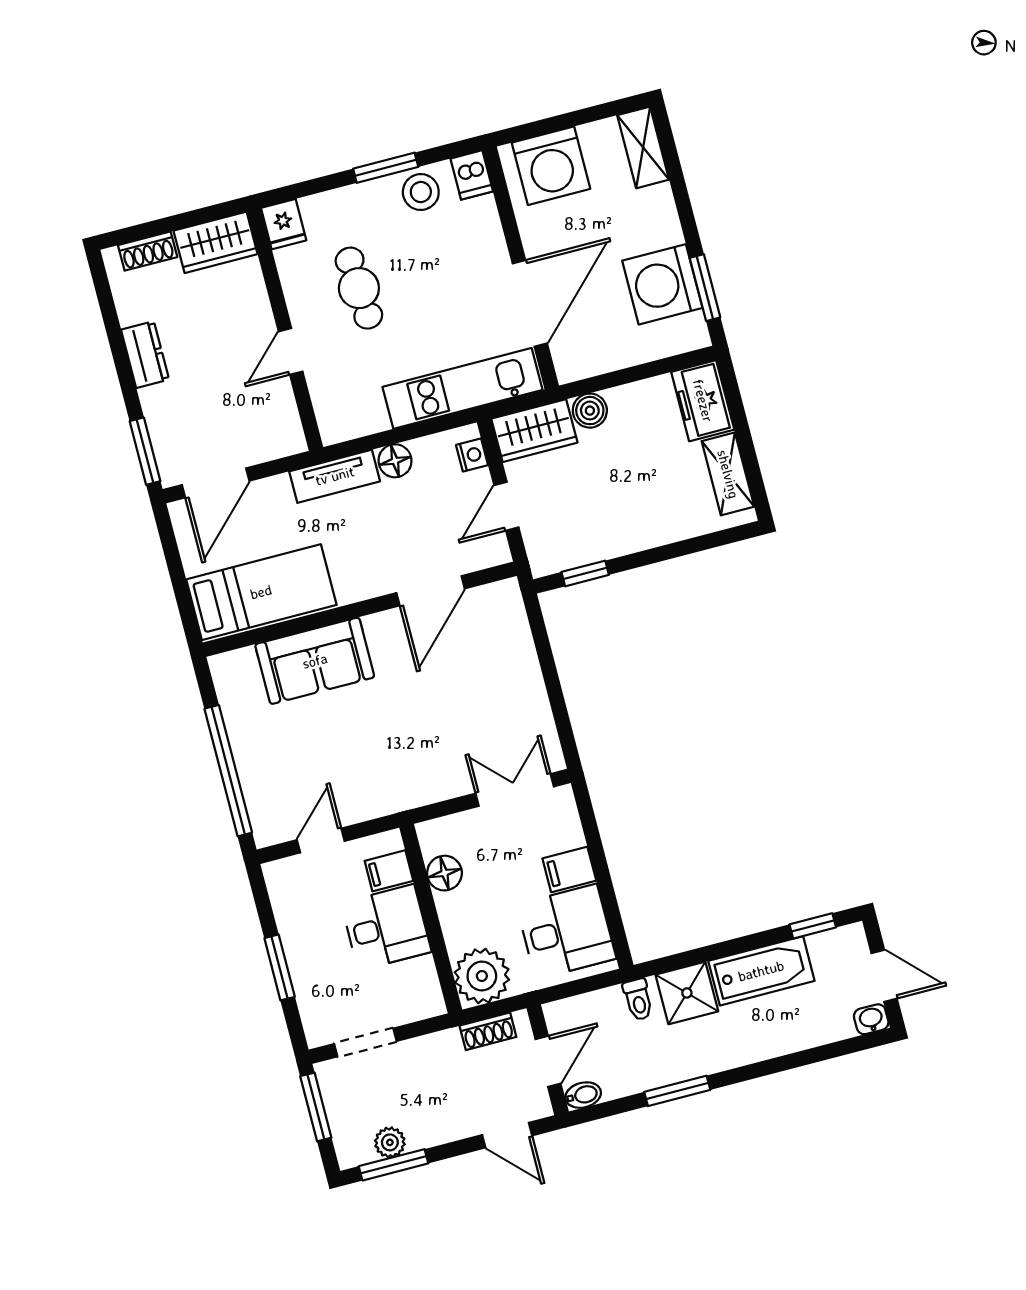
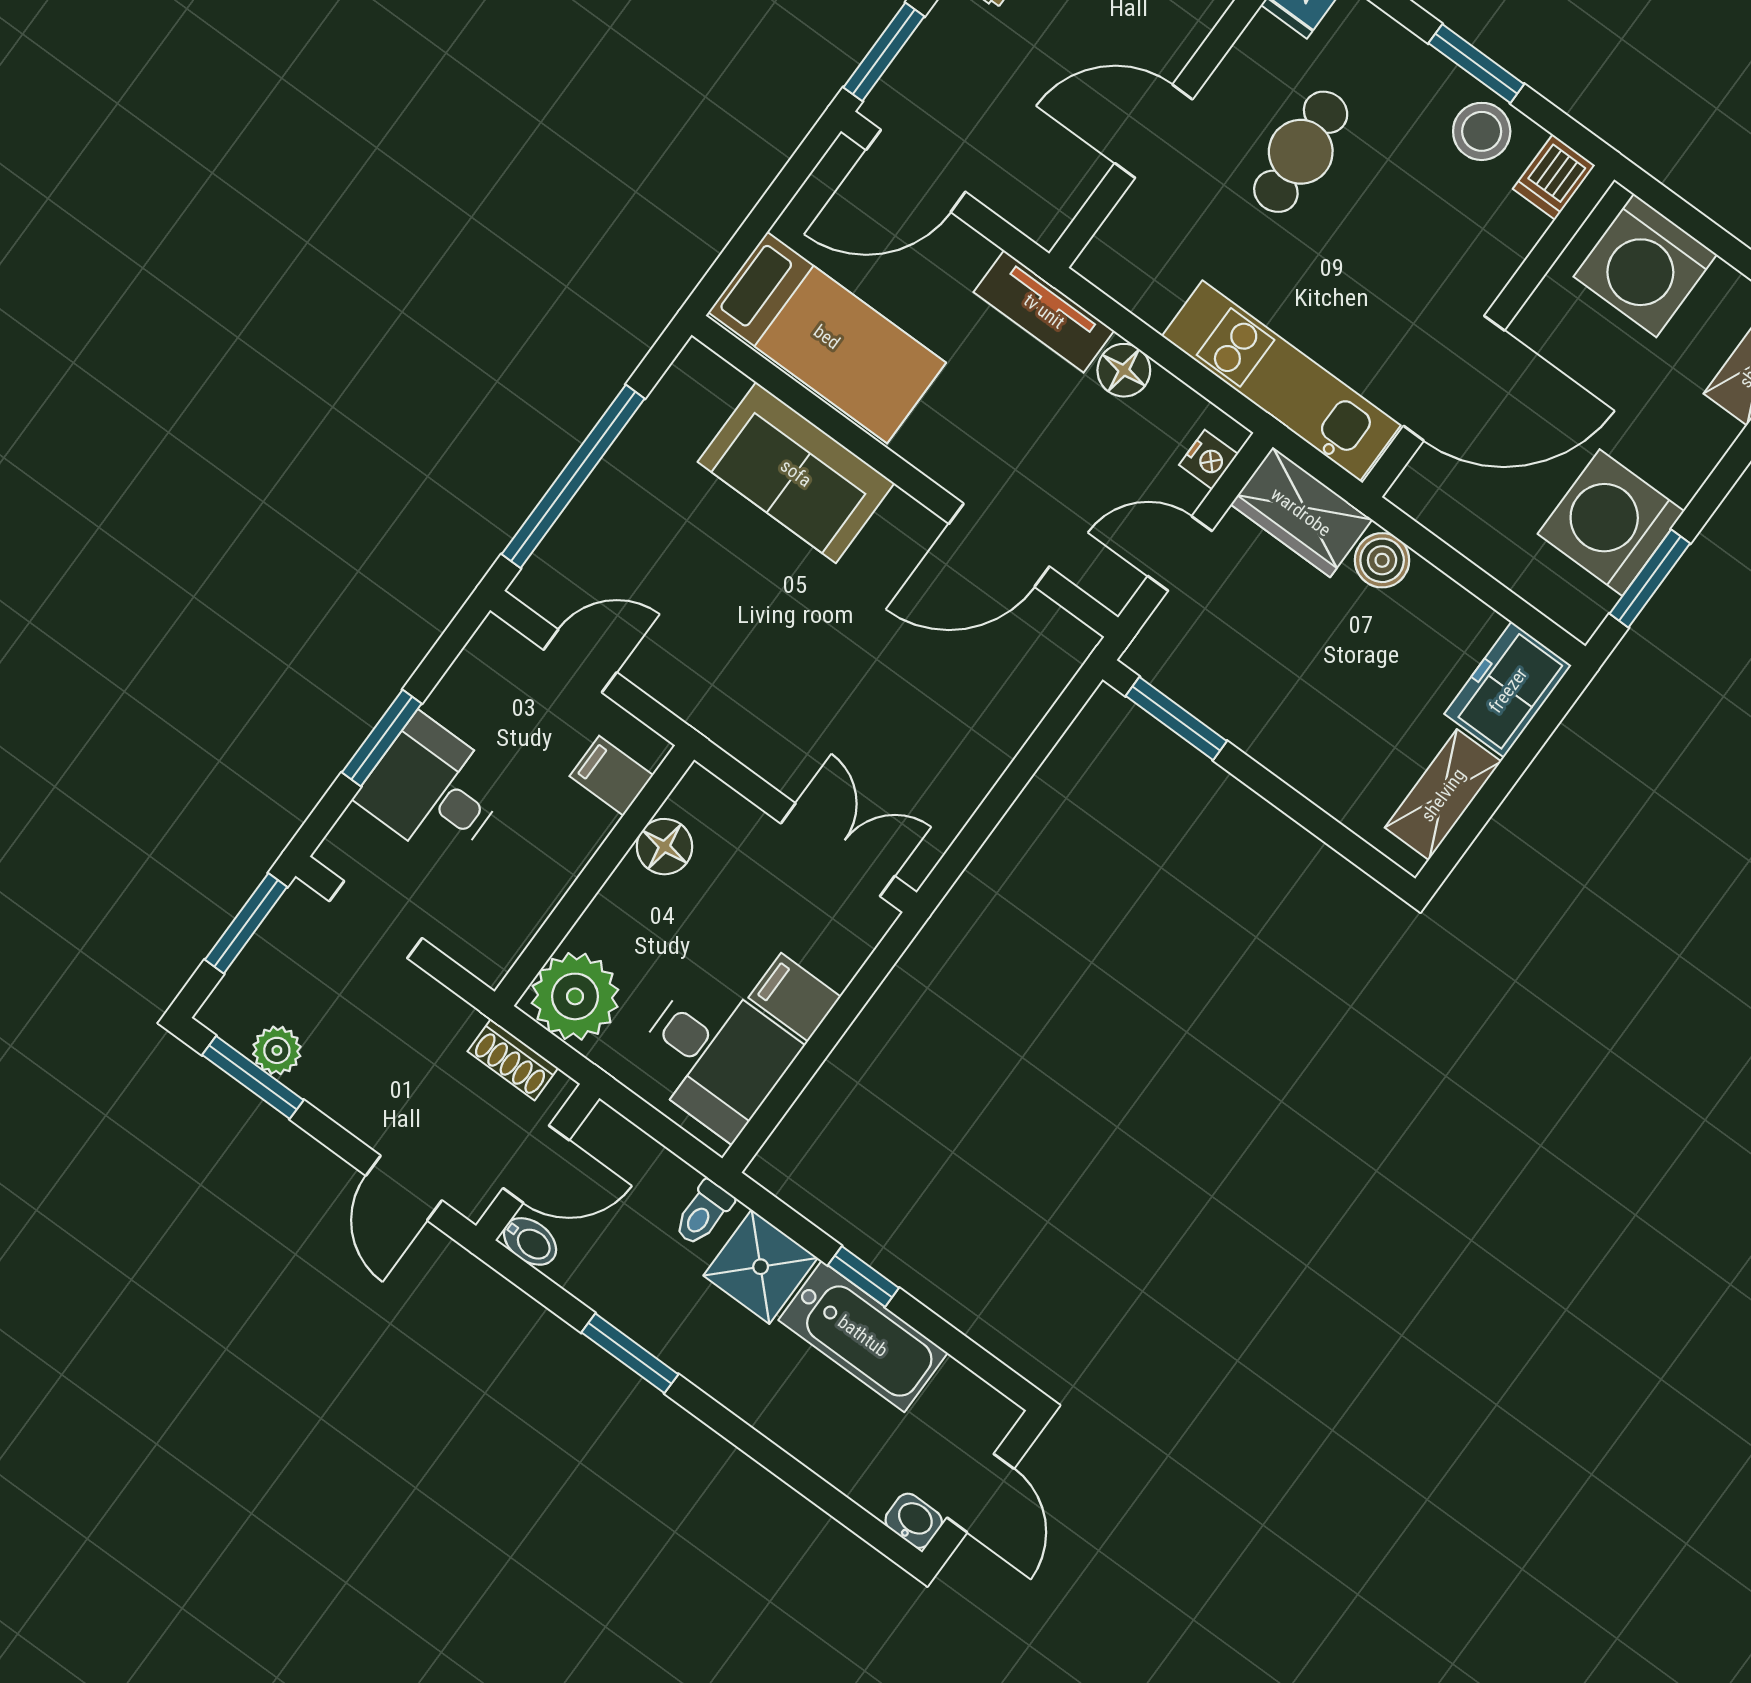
door: (291, 351) -> (1154, 131), width x1.37
window: (585, 573) -> (1176, 718), width x1.50
window: (813, 926) -> (863, 1277), moved
desk: (386, 927) -> (433, 790), moved, turned 180

